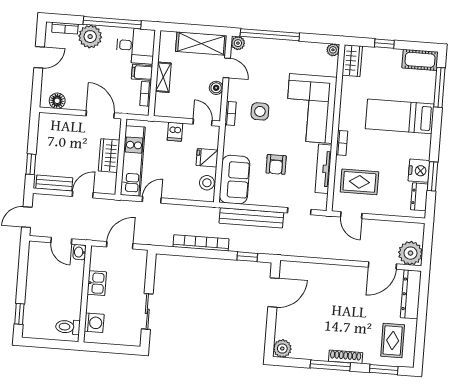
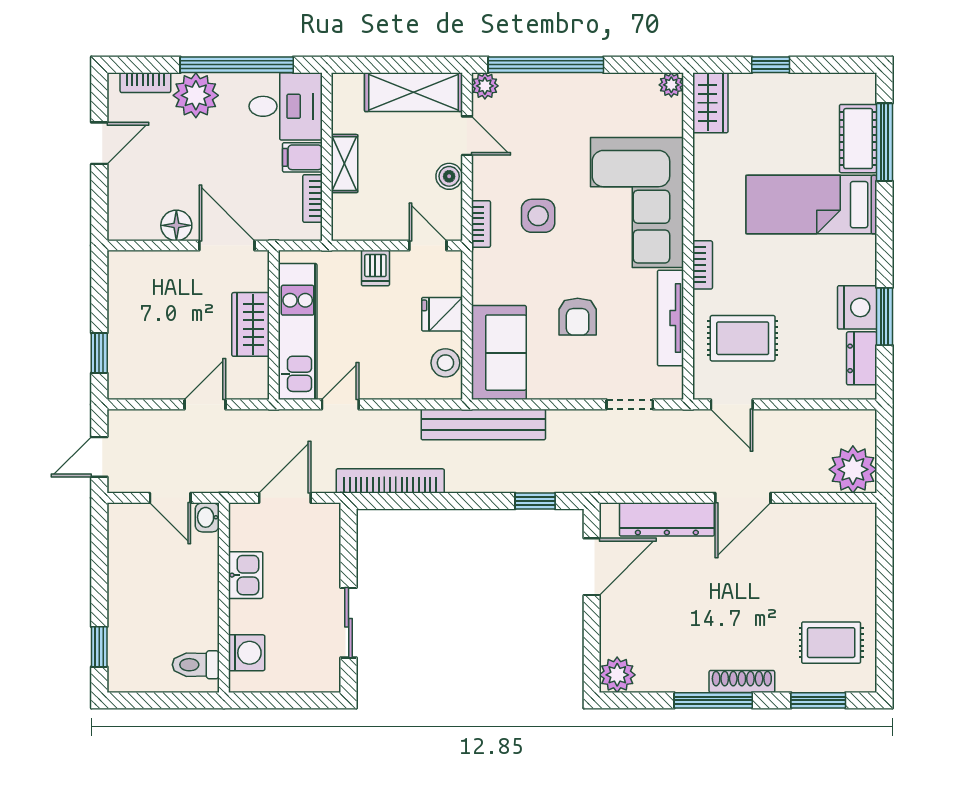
cot: (420, 60) -> (858, 139), moved, turned 90
floor lamp: (57, 101) -> (176, 225), moved
bench: (54, 183) -> (148, 386), removed
bench: (251, 218) -> (483, 424), moved
bookcase: (201, 243) -> (390, 481), moved
door: (382, 265) -> (743, 498), moved
dresser: (411, 294) -> (667, 519), moved, turned -90
rug: (393, 340) -> (831, 643), turned 90

